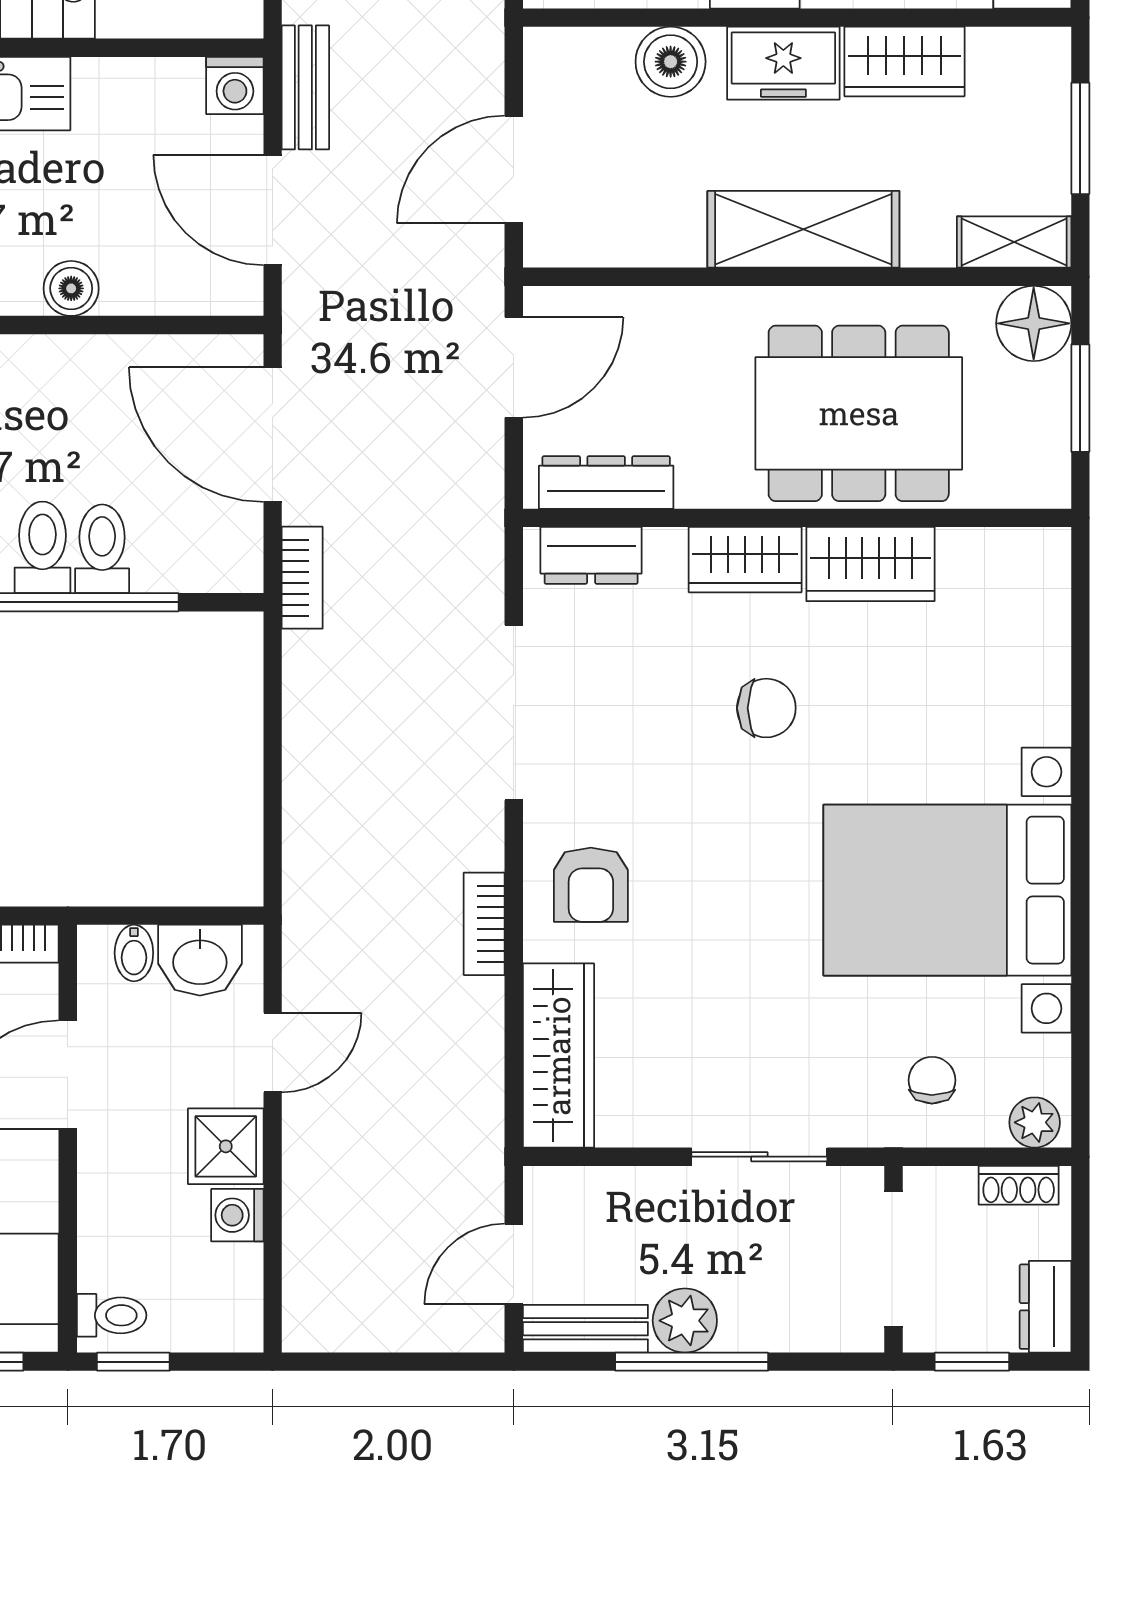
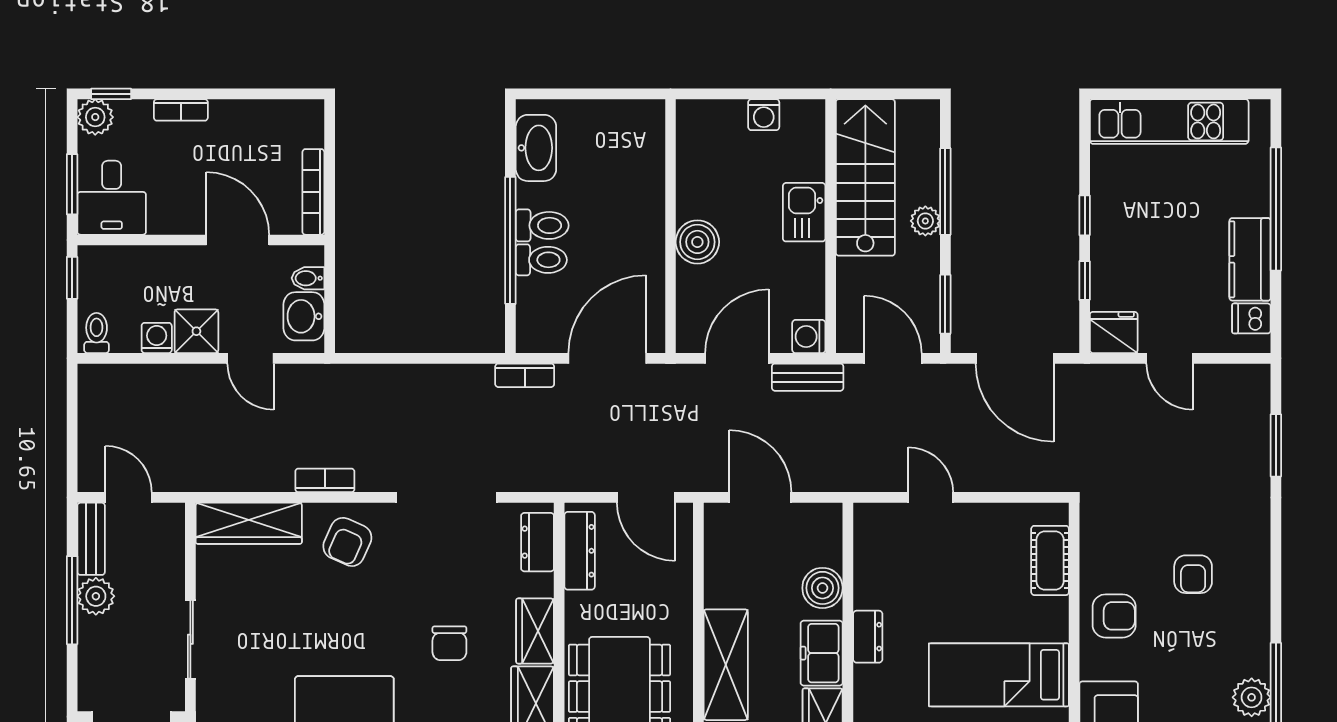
boiler: (71, 288) -> (697, 242), width x1.36, depth x1.36
armchair: (591, 885) -> (347, 542), turned -66
toilet: (112, 1315) -> (97, 333), moved, turned 180

